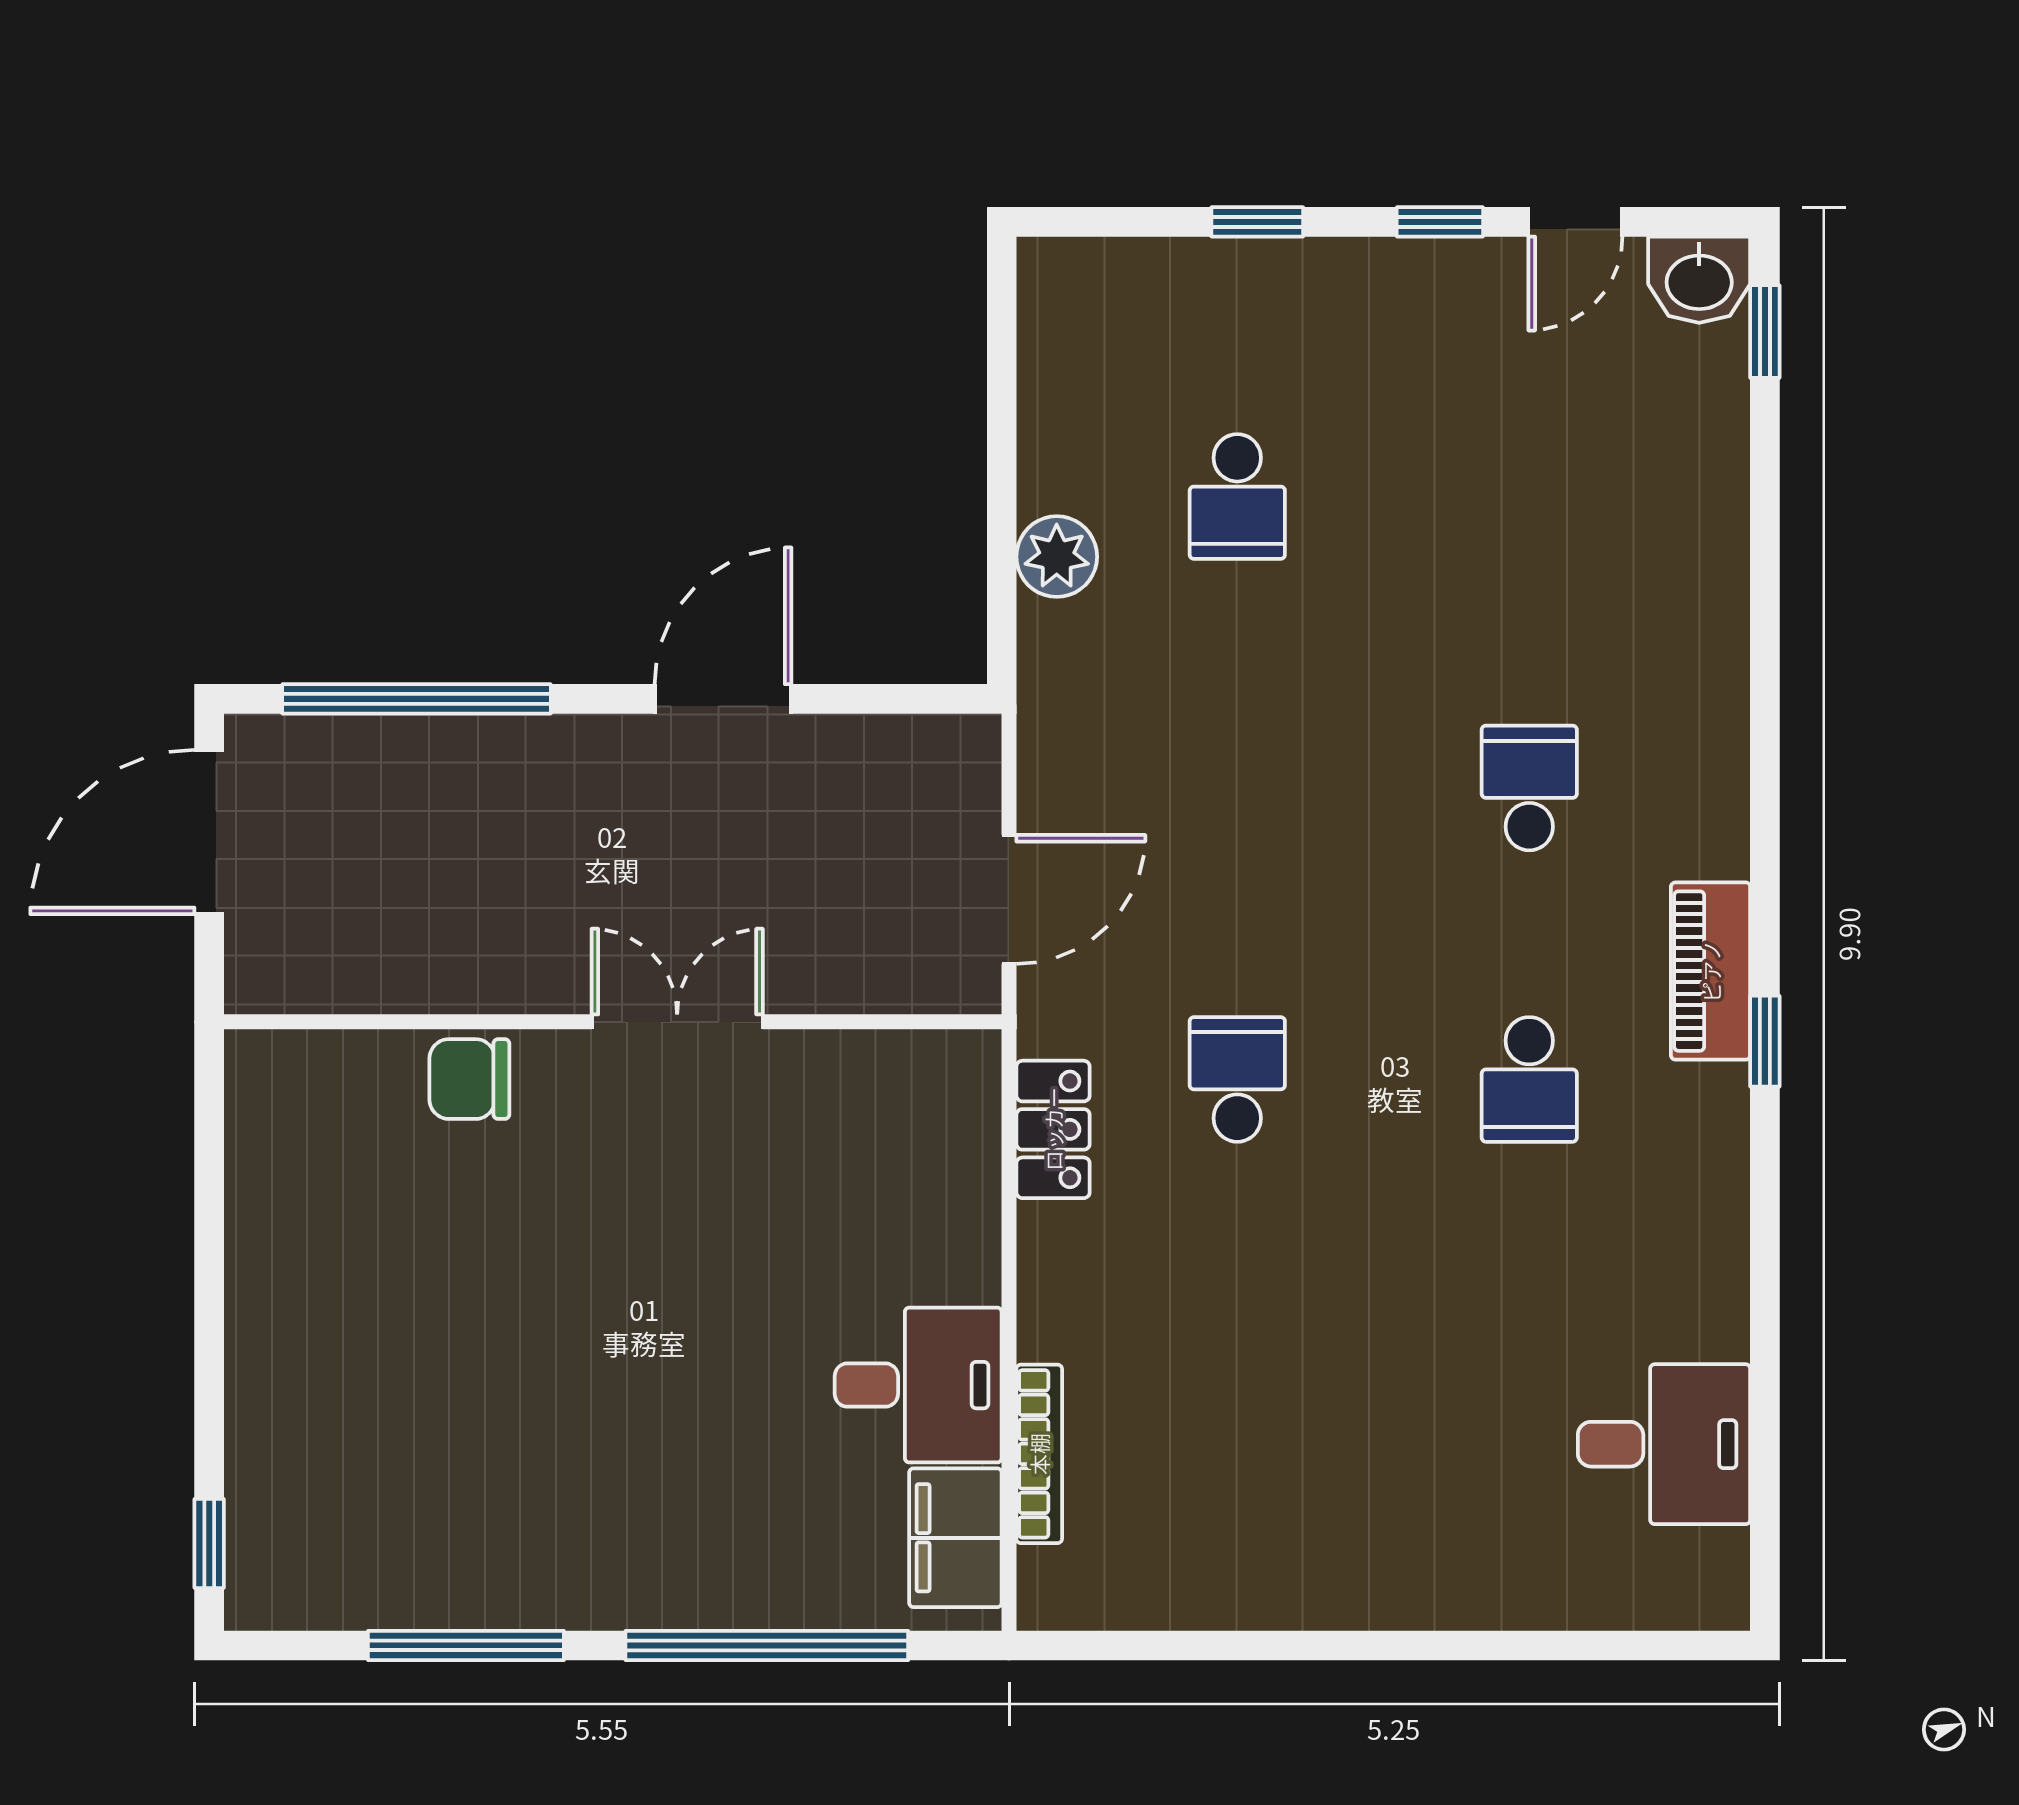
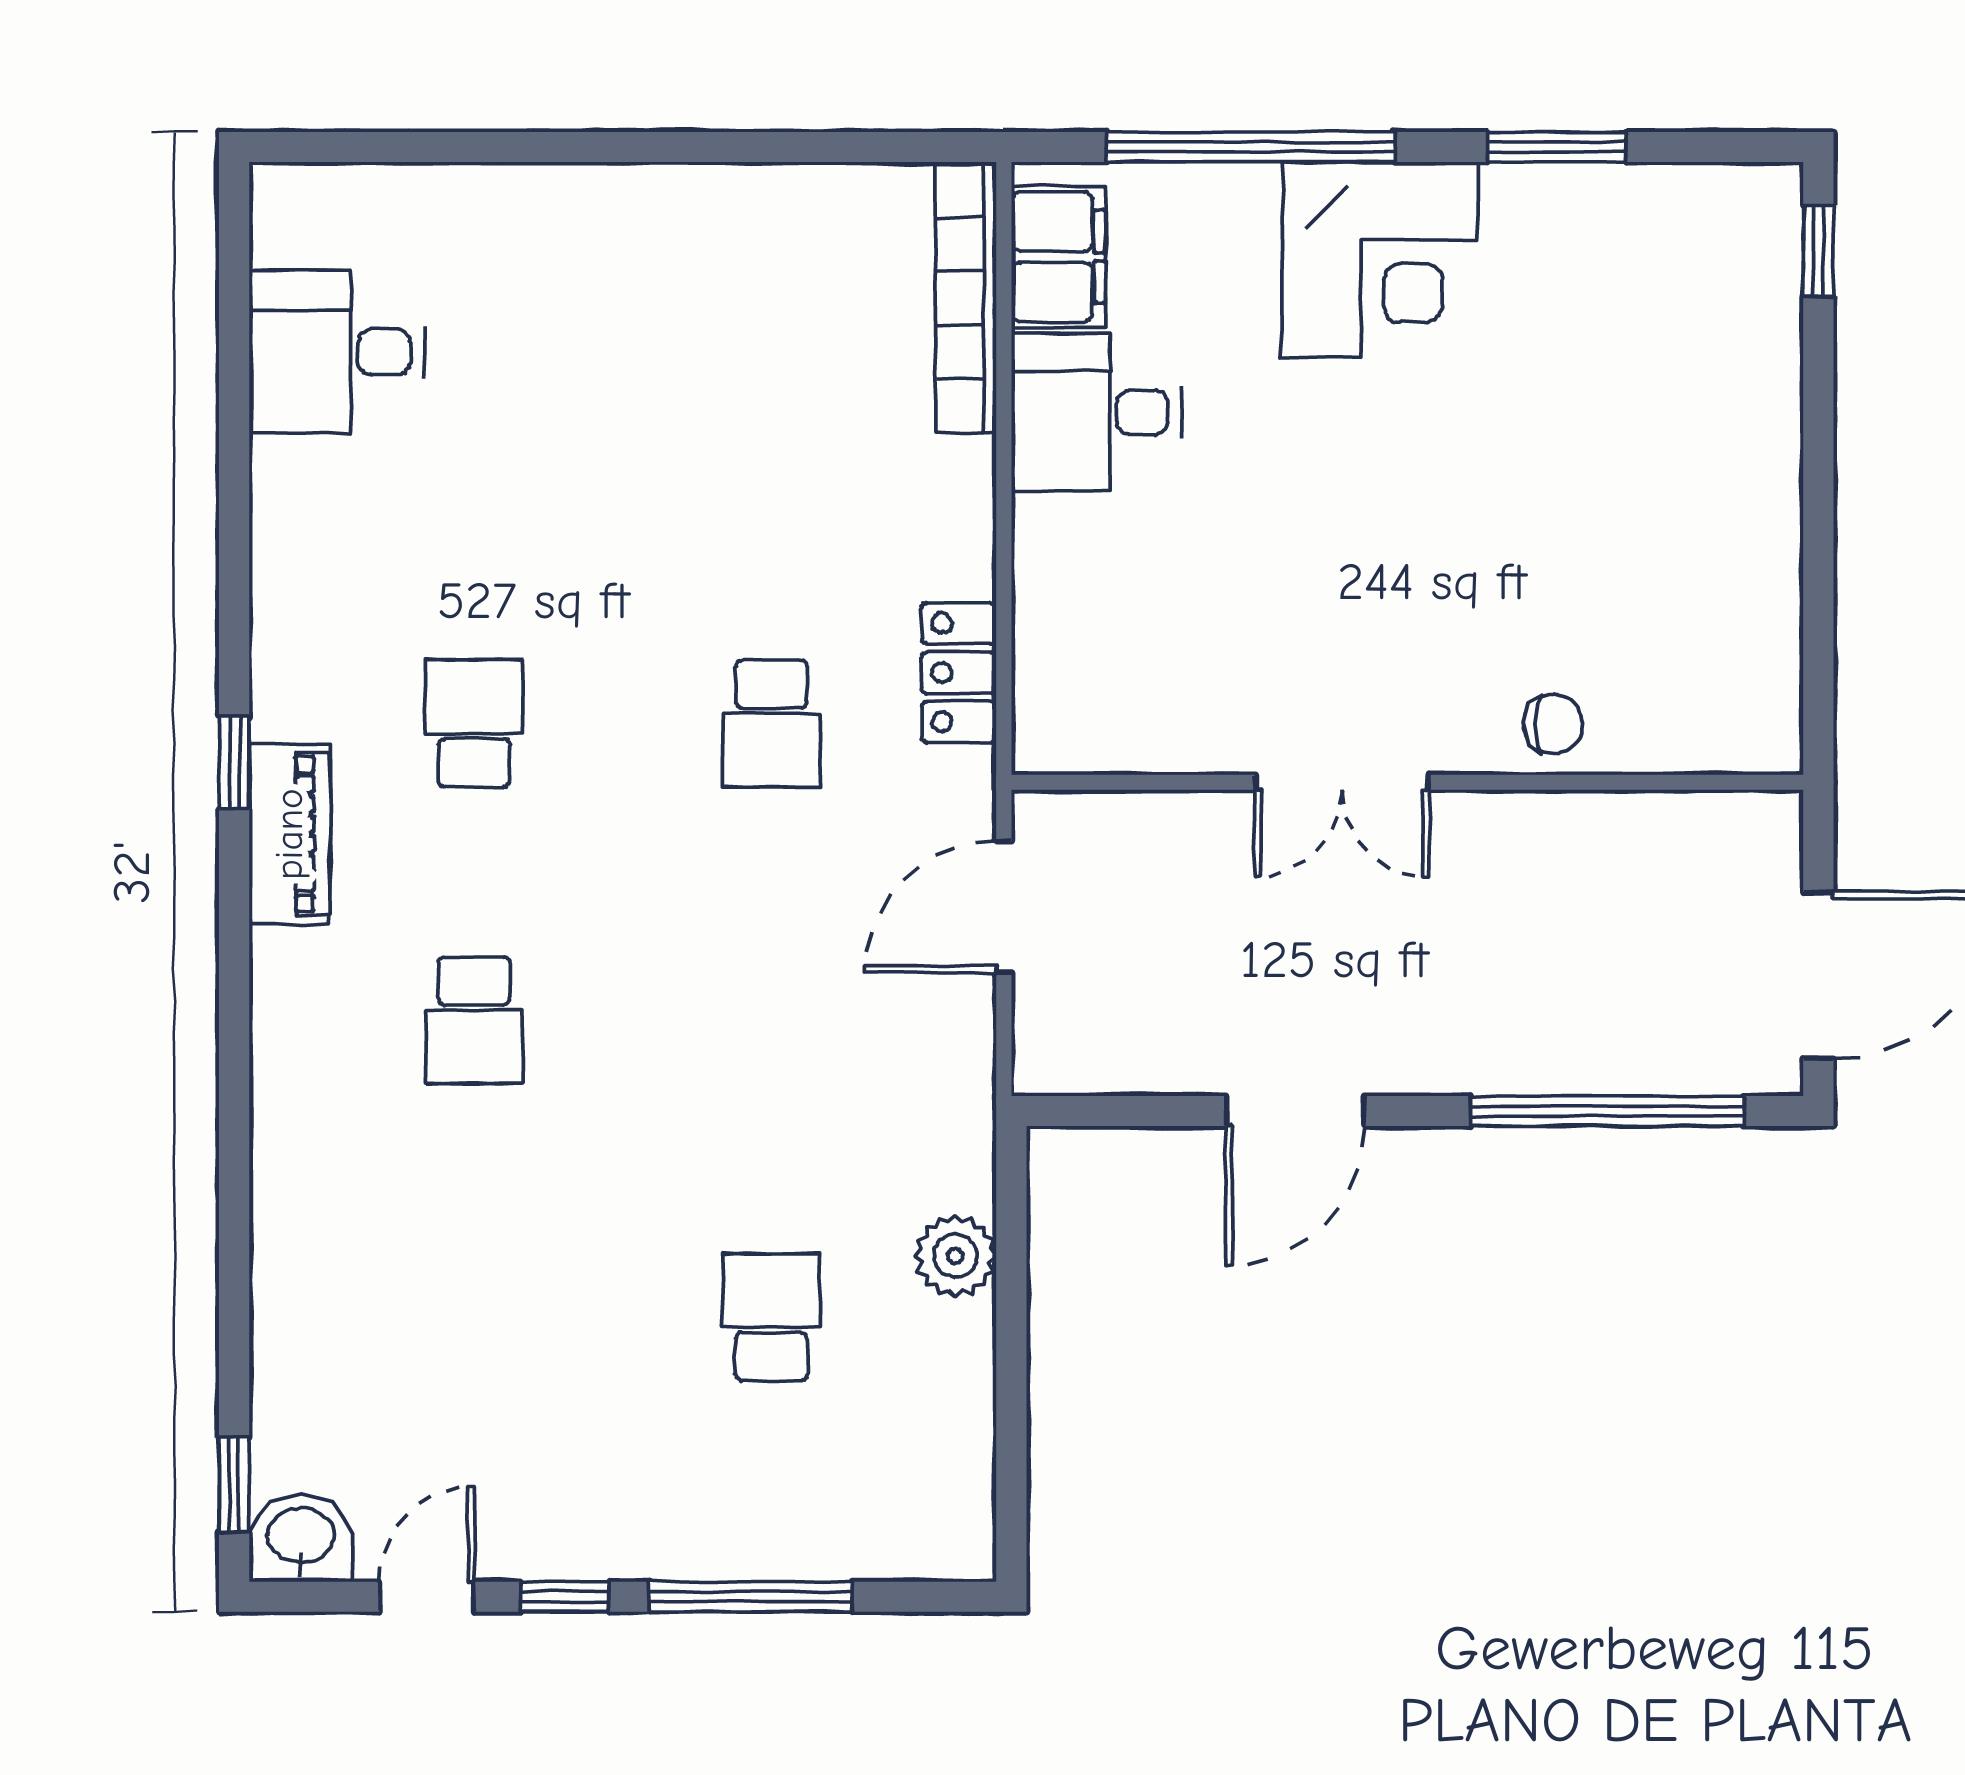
window: (1257, 222) -> (751, 1597), width x2.17
chair: (469, 1079) -> (1553, 724), width x0.73, depth x0.73
bookcase: (1039, 1454) -> (966, 299), width x1.48, depth x1.31
corner desk: (640, 1535) -> (1380, 260), added
window: (466, 1646) -> (1557, 147), width x0.69

